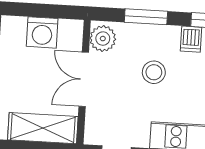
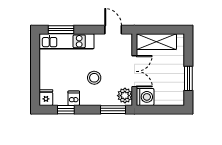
window: (146, 17) -> (113, 110), moved
washing machine: (42, 32) -> (145, 97), moved, turned 90

